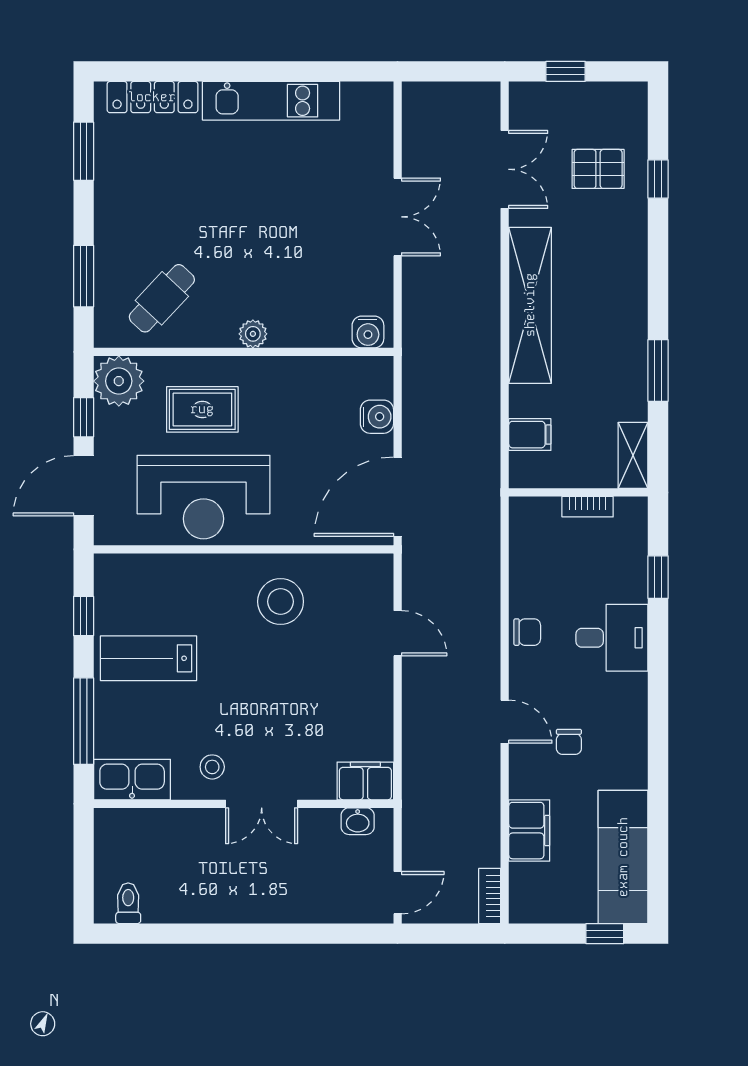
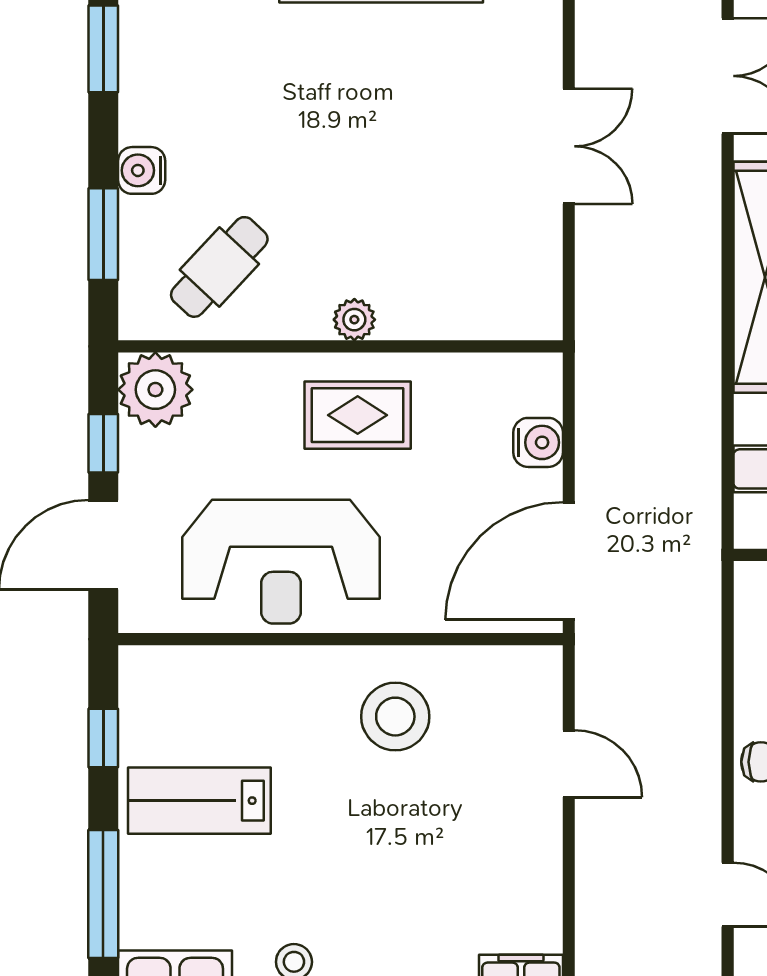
water cooler: (368, 332) -> (142, 170), moved, turned 90
rug: (202, 409) -> (358, 415), moved

